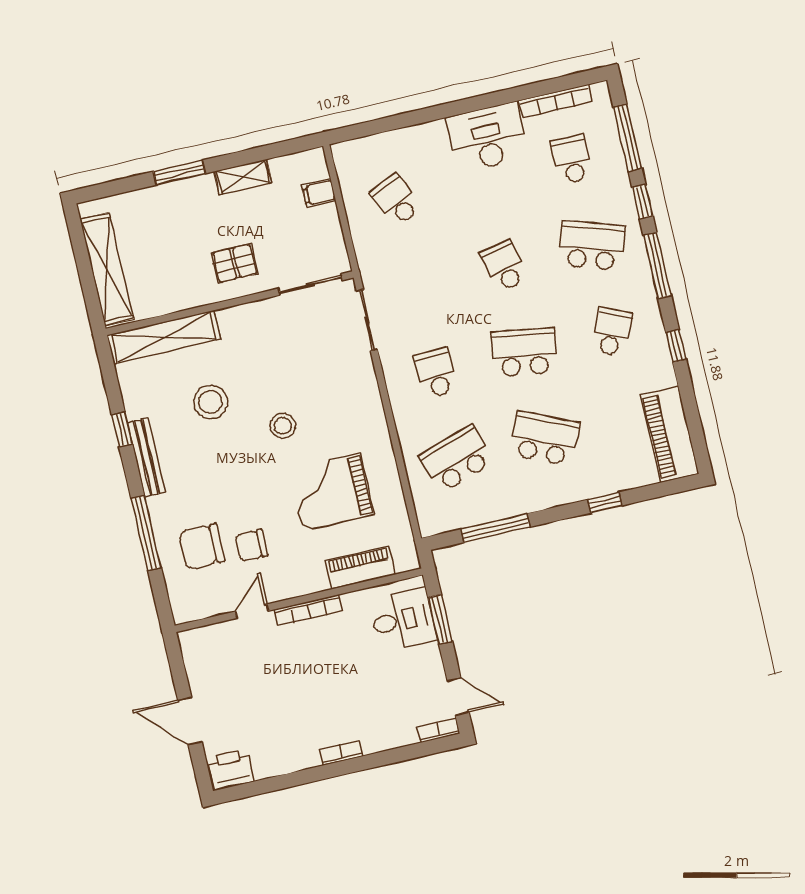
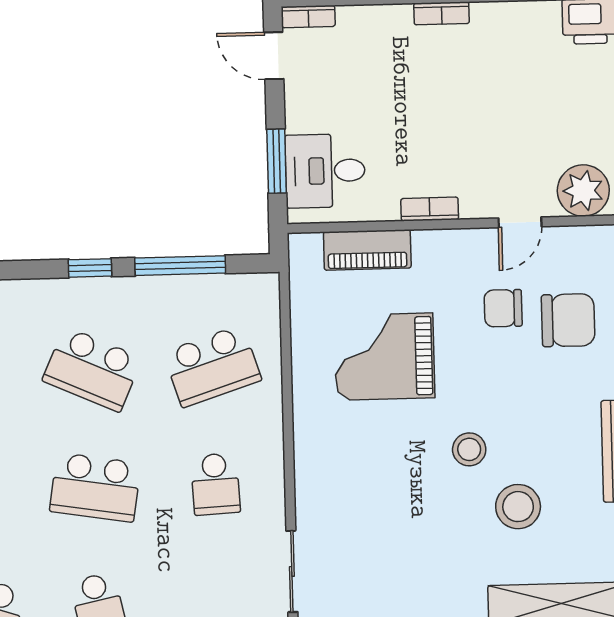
stool: (283, 426) -> (469, 449), moved
grand piano: (331, 492) -> (384, 357), turned 180
window: (605, 503) -> (90, 268), moved
chair: (251, 545) -> (503, 308), turned 180
bookcase: (309, 610) -> (430, 209), width x0.64
plant: (210, 644) -> (583, 191), added

